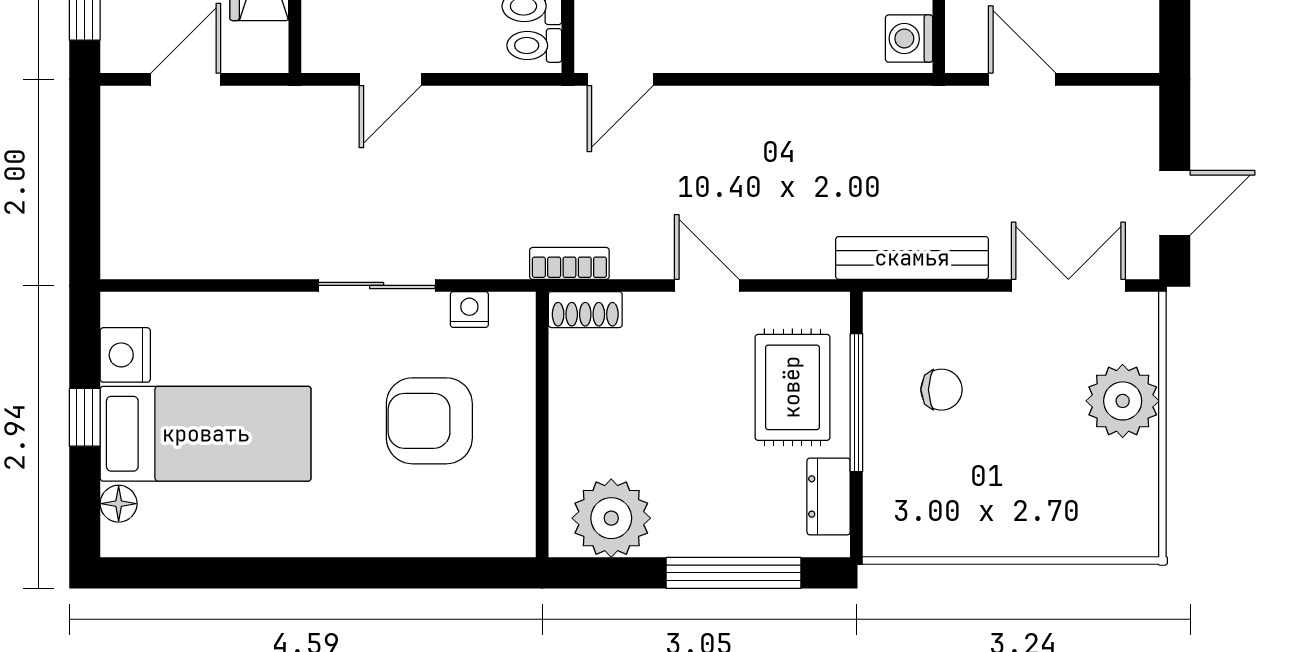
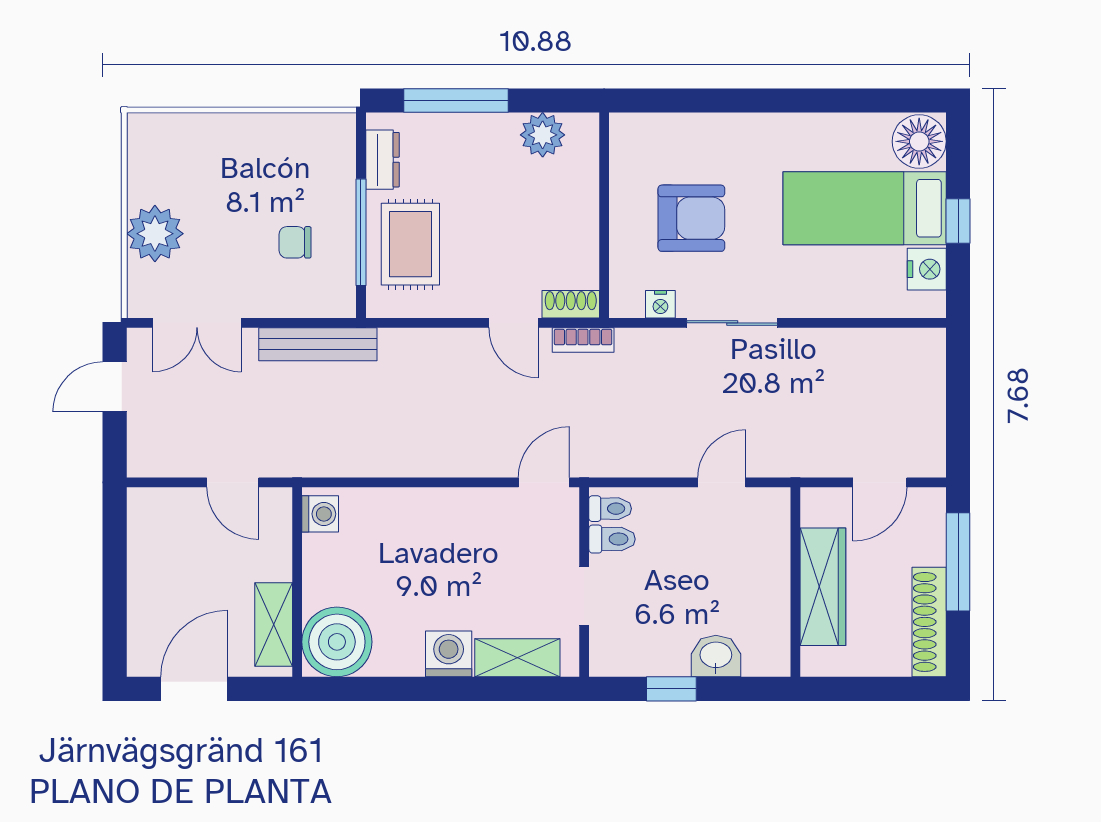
door: (707, 285) -> (514, 323), moved
floor lamp: (119, 504) -> (919, 141), width x1.89, depth x1.89
plant: (611, 518) -> (543, 135), width x0.73, depth x0.73

